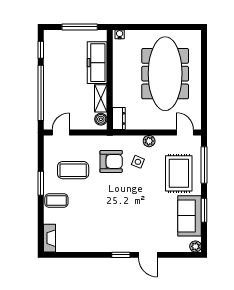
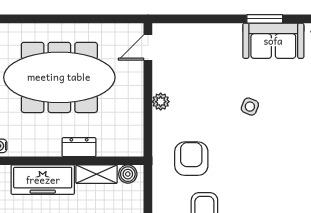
dresser: (119, 118) -> (79, 147), moved
side table: (138, 162) -> (250, 107), moved
window: (204, 165) -> (197, 19), removed
rug: (179, 173) -> (209, 57), removed

